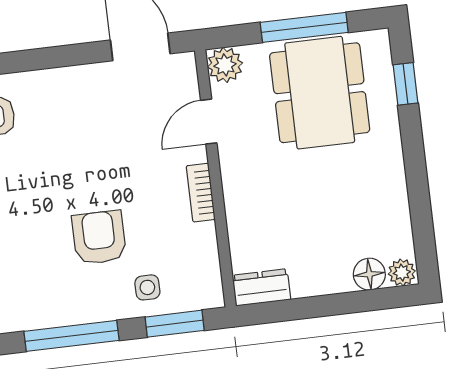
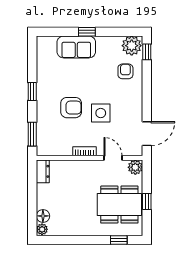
window: (304, 27) -> (147, 201), width x0.46
side table: (147, 287) -> (101, 113), moved, width x1.87, depth x1.87
window: (72, 336) -> (32, 92), width x0.46

